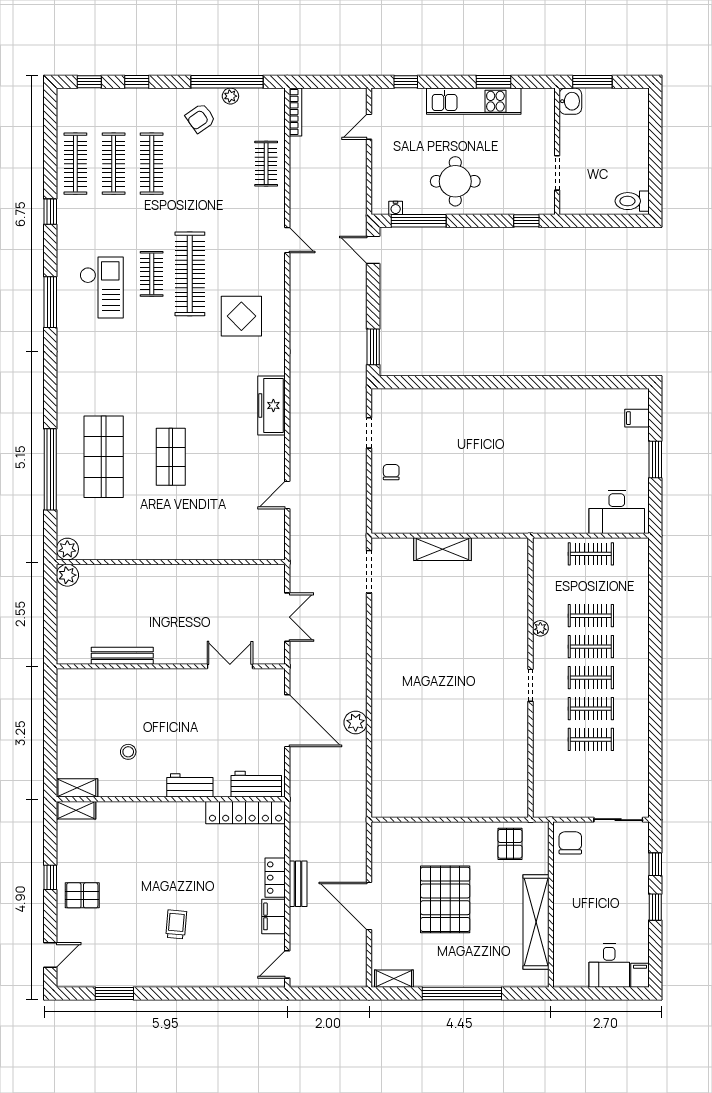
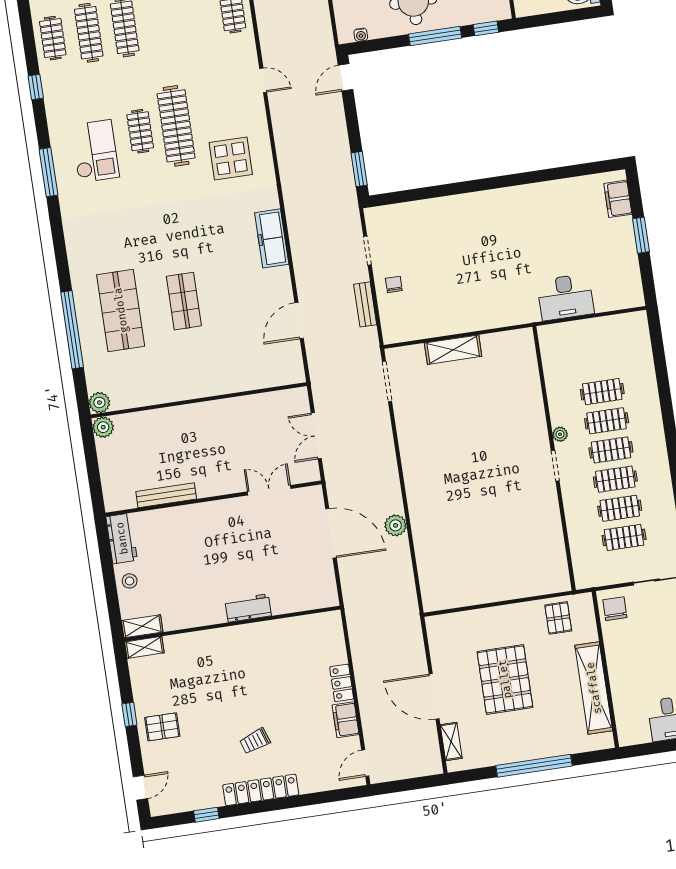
clothes rail: (75, 164) -> (53, 38), width x0.73
window: (419, 221) -> (435, 36), moved
door: (373, 250) -> (346, 77), hinge flipped
filing cabinet: (637, 418) -> (618, 199), width x2.00
door: (287, 495) -> (299, 321), width x1.38
desk: (617, 512) -> (565, 297), moved
clothes rail: (591, 554) -> (624, 537), moved
double door: (287, 617) -> (316, 436), swing flipped
plant: (540, 628) -> (560, 434), moved
stool: (128, 752) -> (130, 581), moved
workbench: (256, 784) -> (122, 538), moved, turned 90
locker: (246, 813) -> (261, 790), moved, turned 180
bench: (298, 884) -> (365, 304), moved
trolley: (176, 924) -> (255, 741), turned -114
shelving: (394, 979) -> (451, 741), moved, turned 90
window: (114, 993) -> (206, 815), width x0.67

